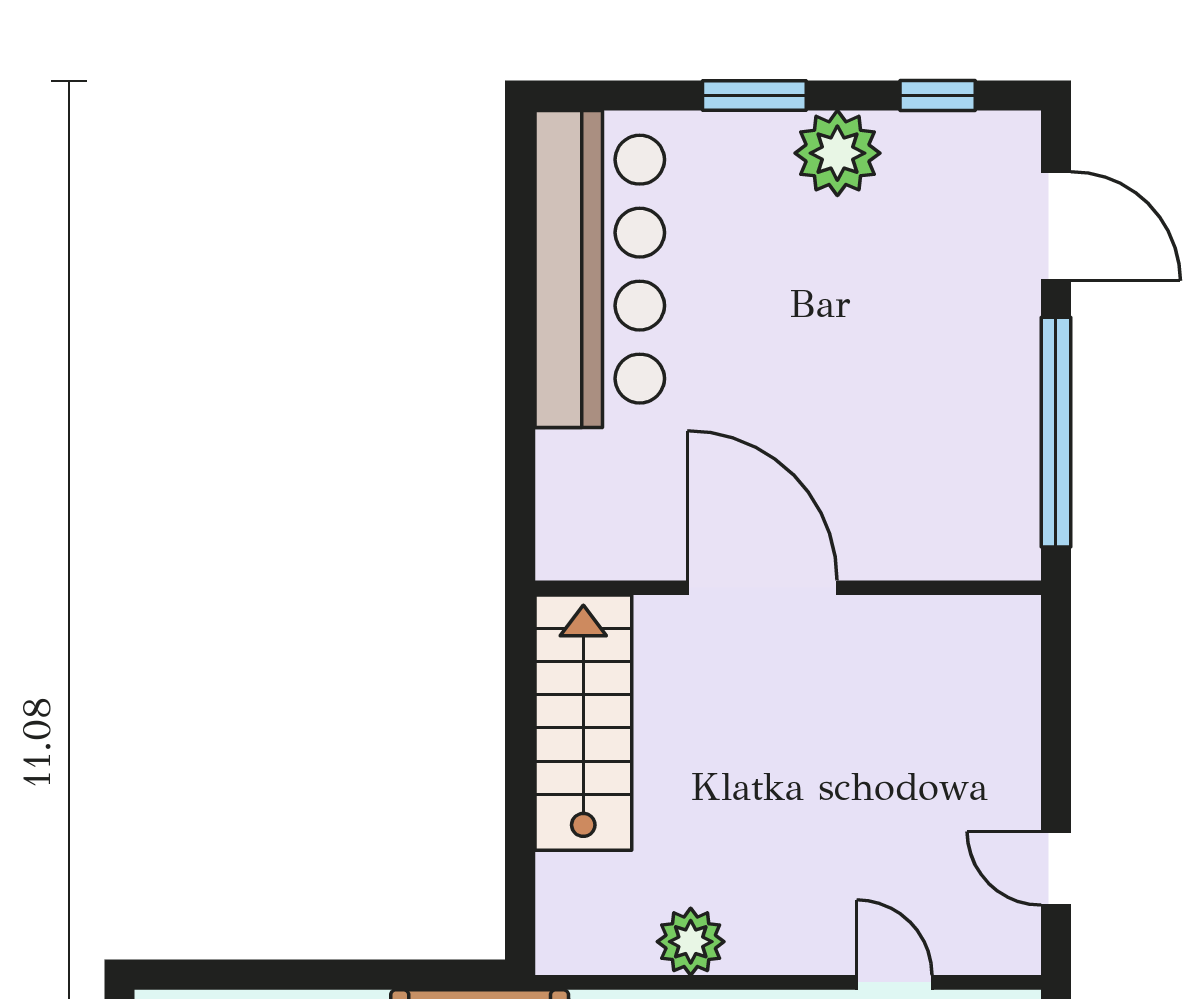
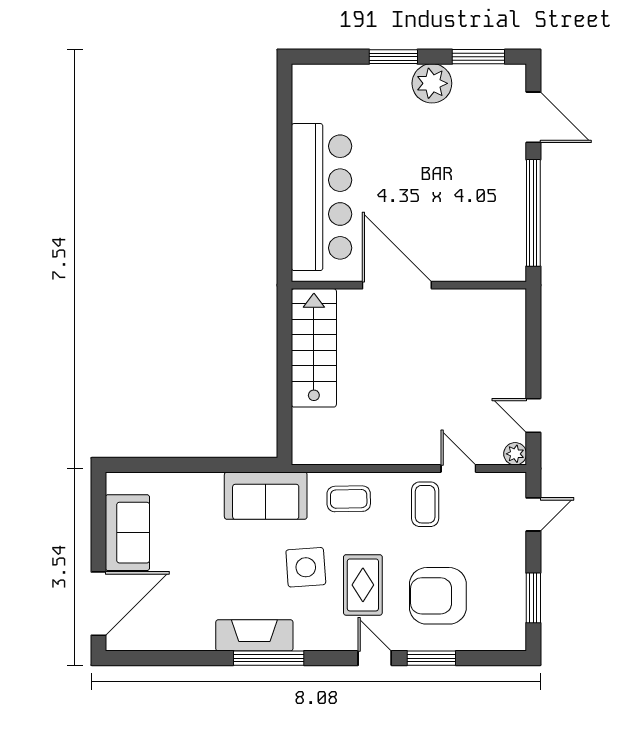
window: (938, 96) -> (478, 57), width x1.50
bar counter: (600, 269) -> (321, 197), moved
plant: (691, 942) -> (515, 454), moved, width x0.73, depth x0.73

